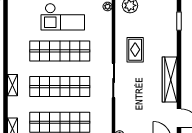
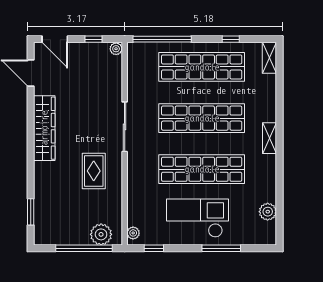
plant: (14, 21) -> (268, 212), added
shelving: (12, 85) -> (270, 138), moved

